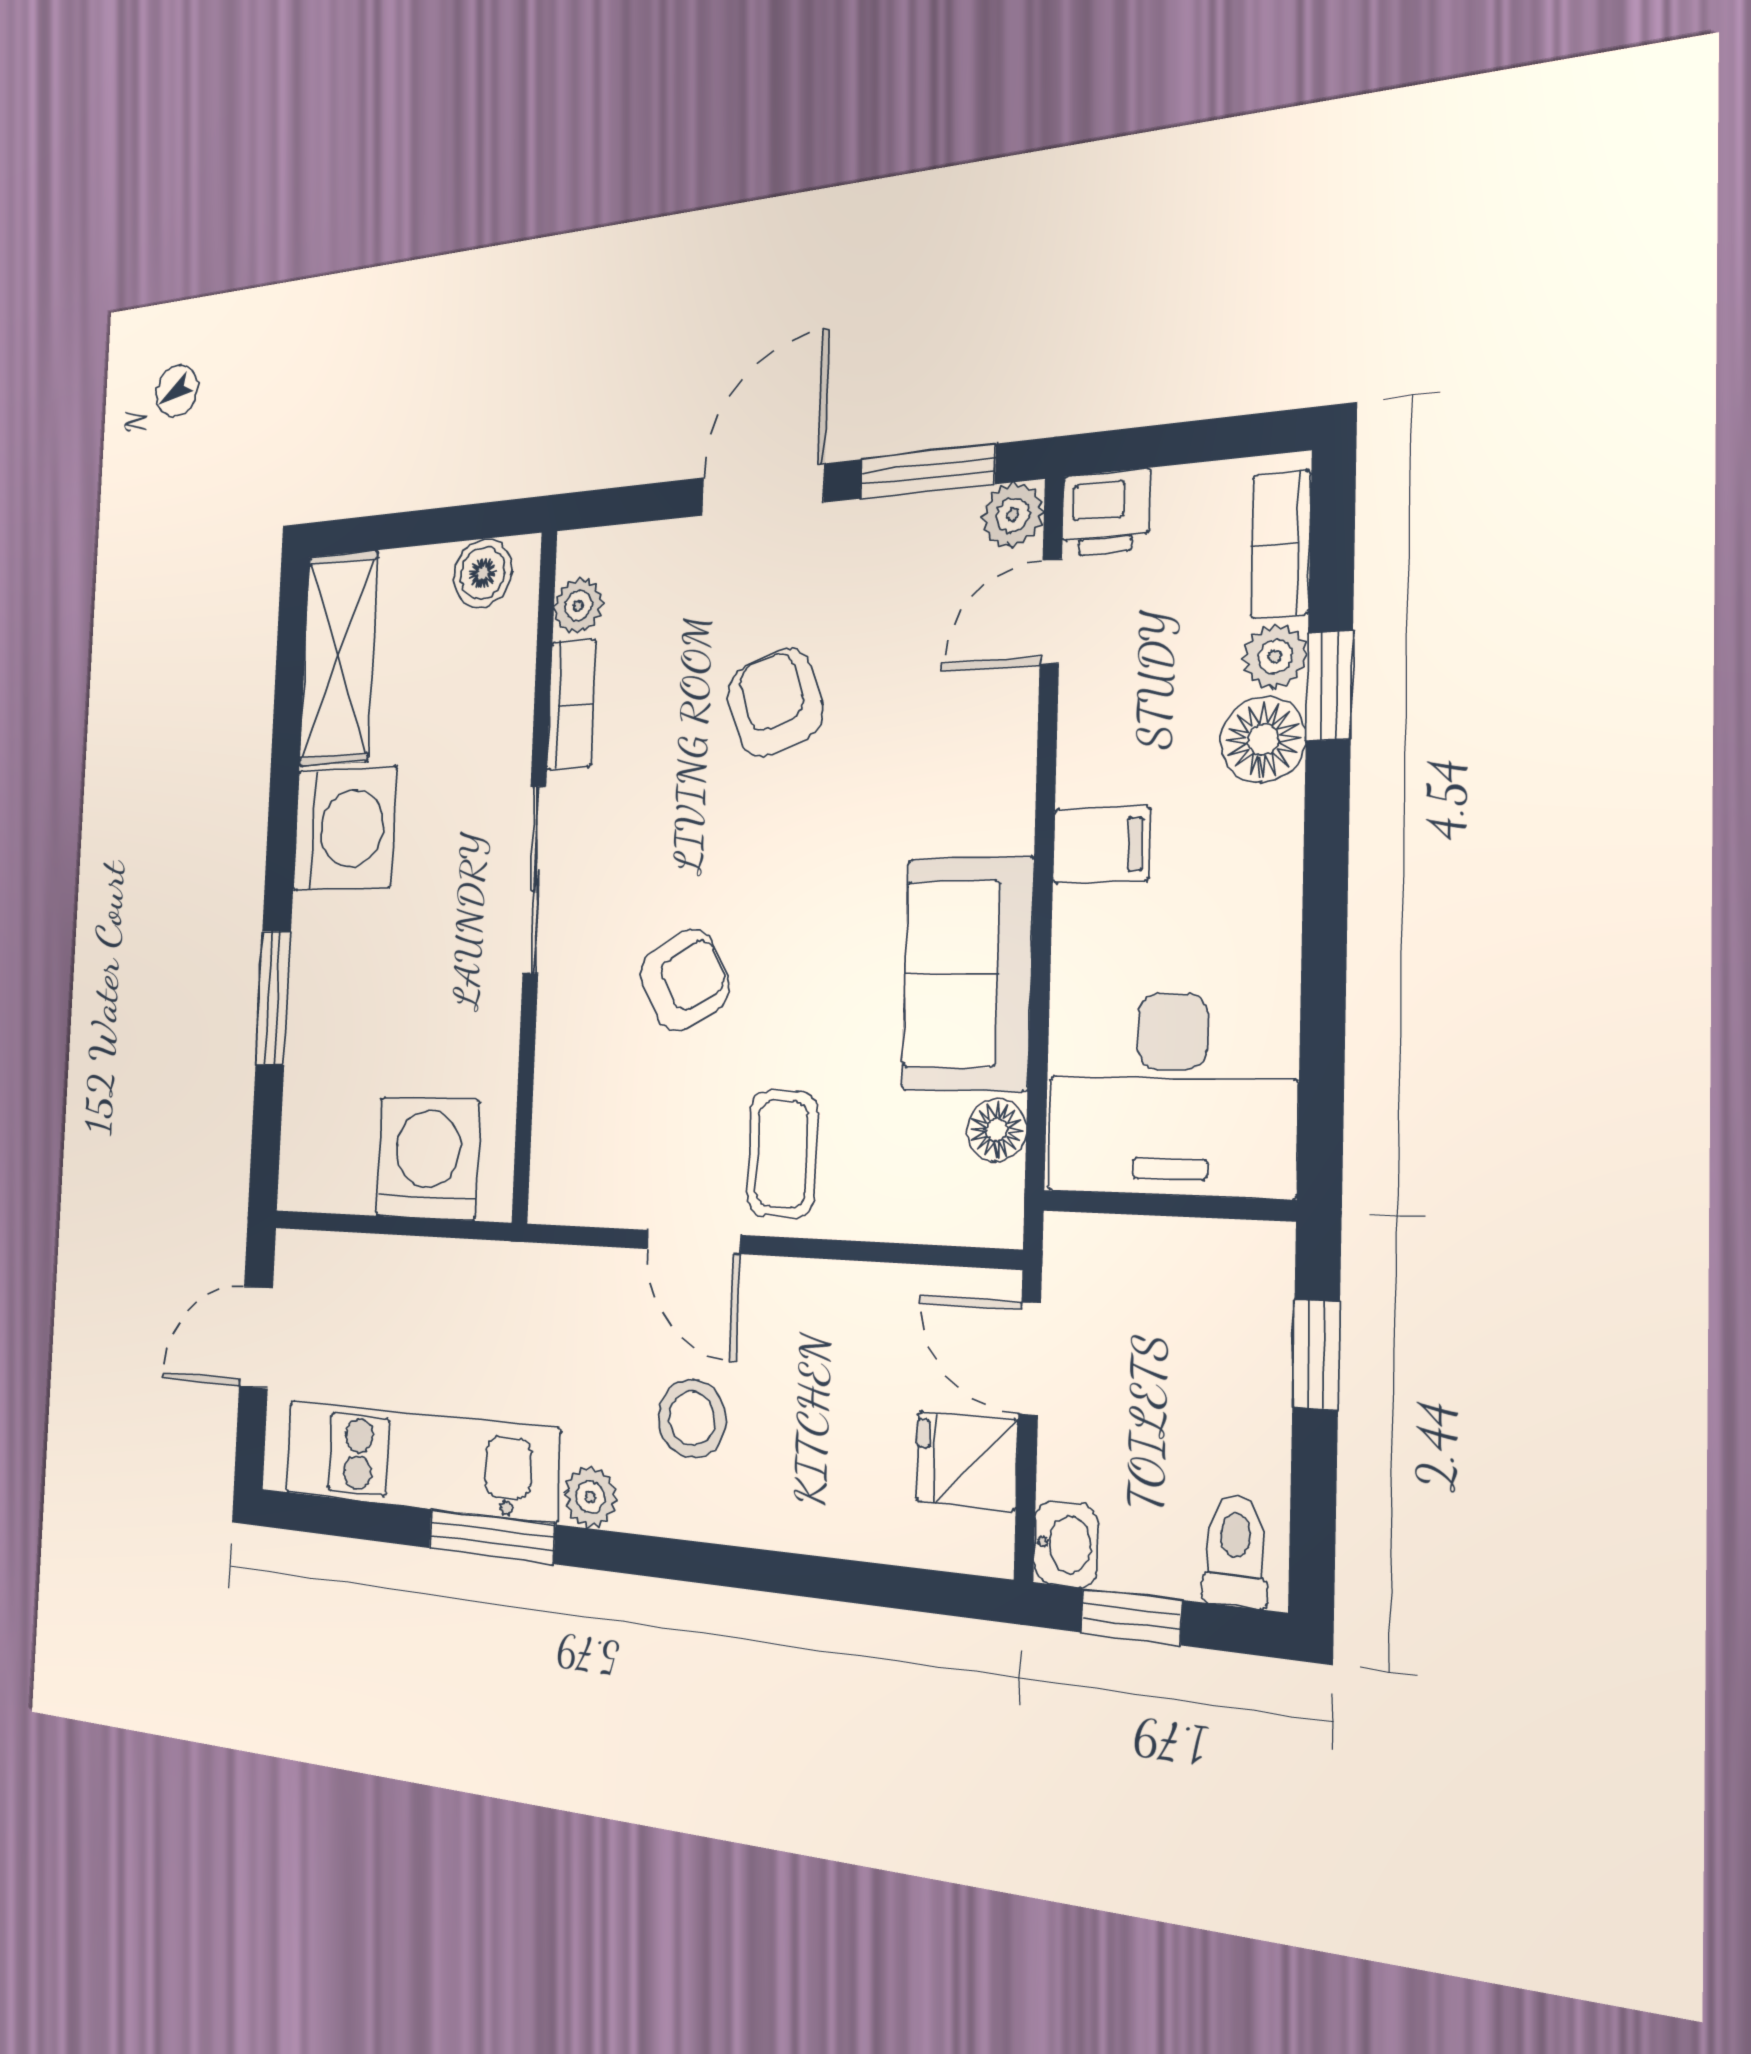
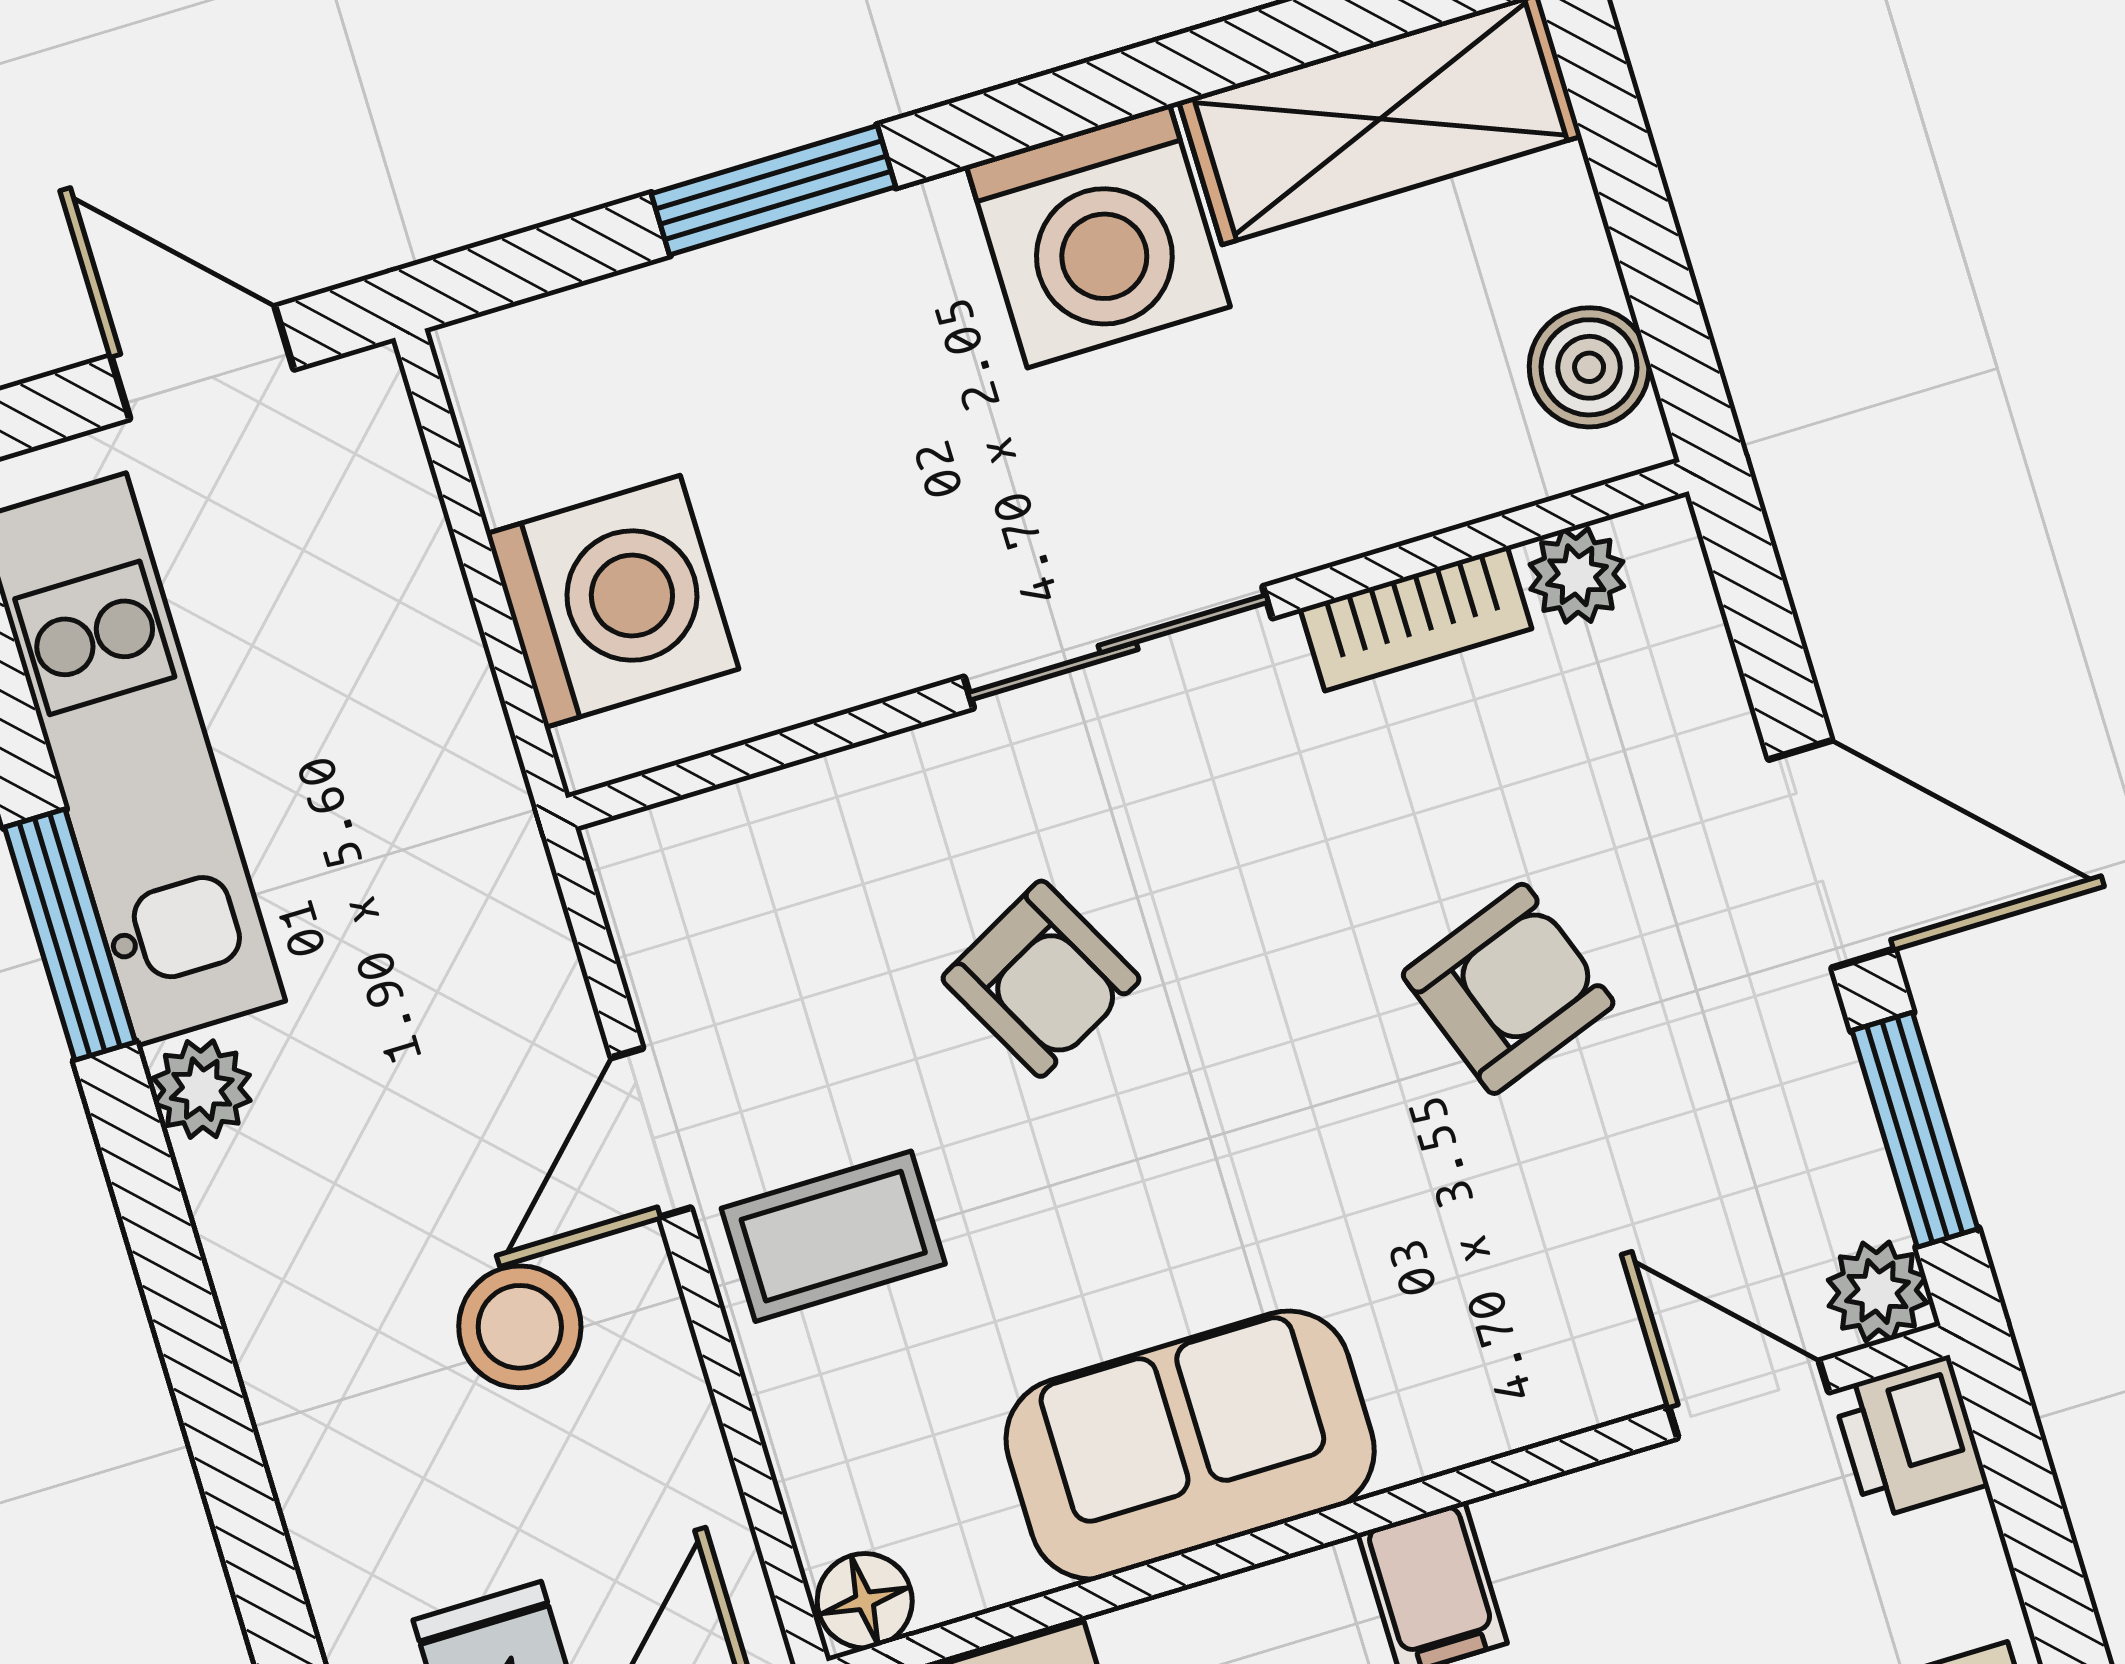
floor lamp: (997, 1130) -> (865, 1601), moved
stool: (692, 1419) -> (520, 1327), moved

